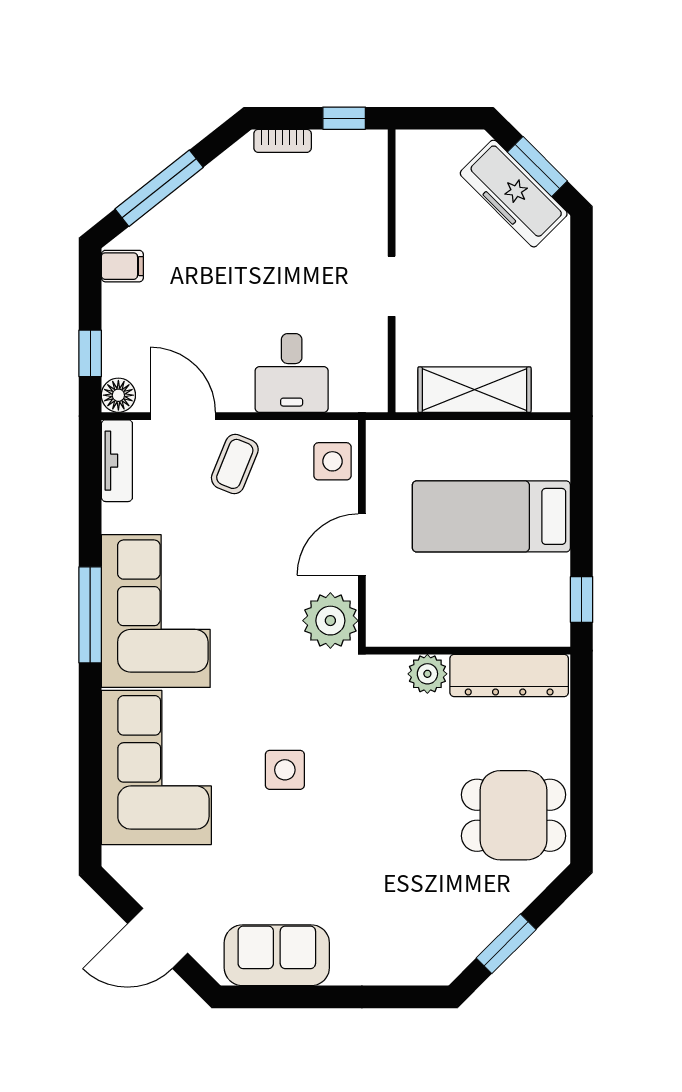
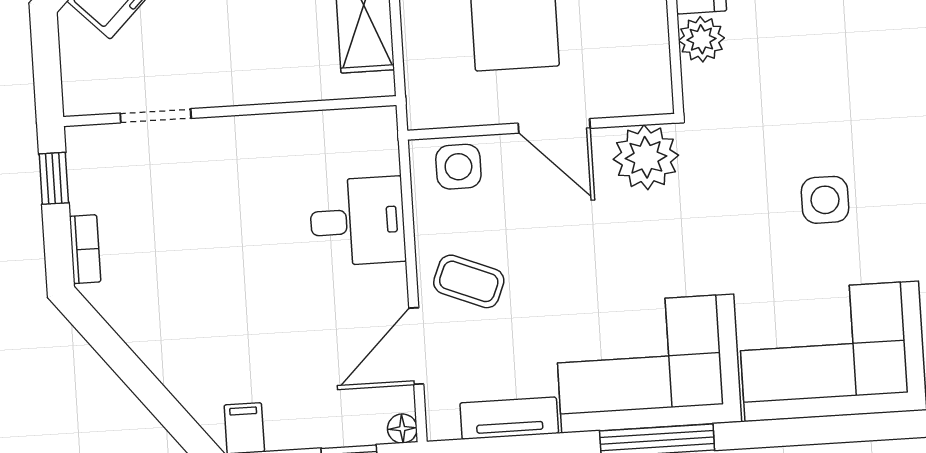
window: (159, 188) -> (150, 391), removed
doorway: (392, 286) -> (156, 116), moved
floor lamp: (118, 395) -> (402, 429), width x0.73, depth x0.73
tv unit: (117, 461) -> (509, 418), moved

